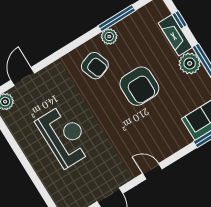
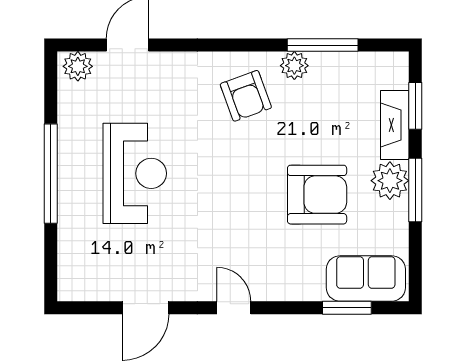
window: (180, 20) -> (415, 106), width x1.50
armchair: (139, 86) -> (317, 195), moved, turned -90
window: (24, 161) -> (51, 174), added

